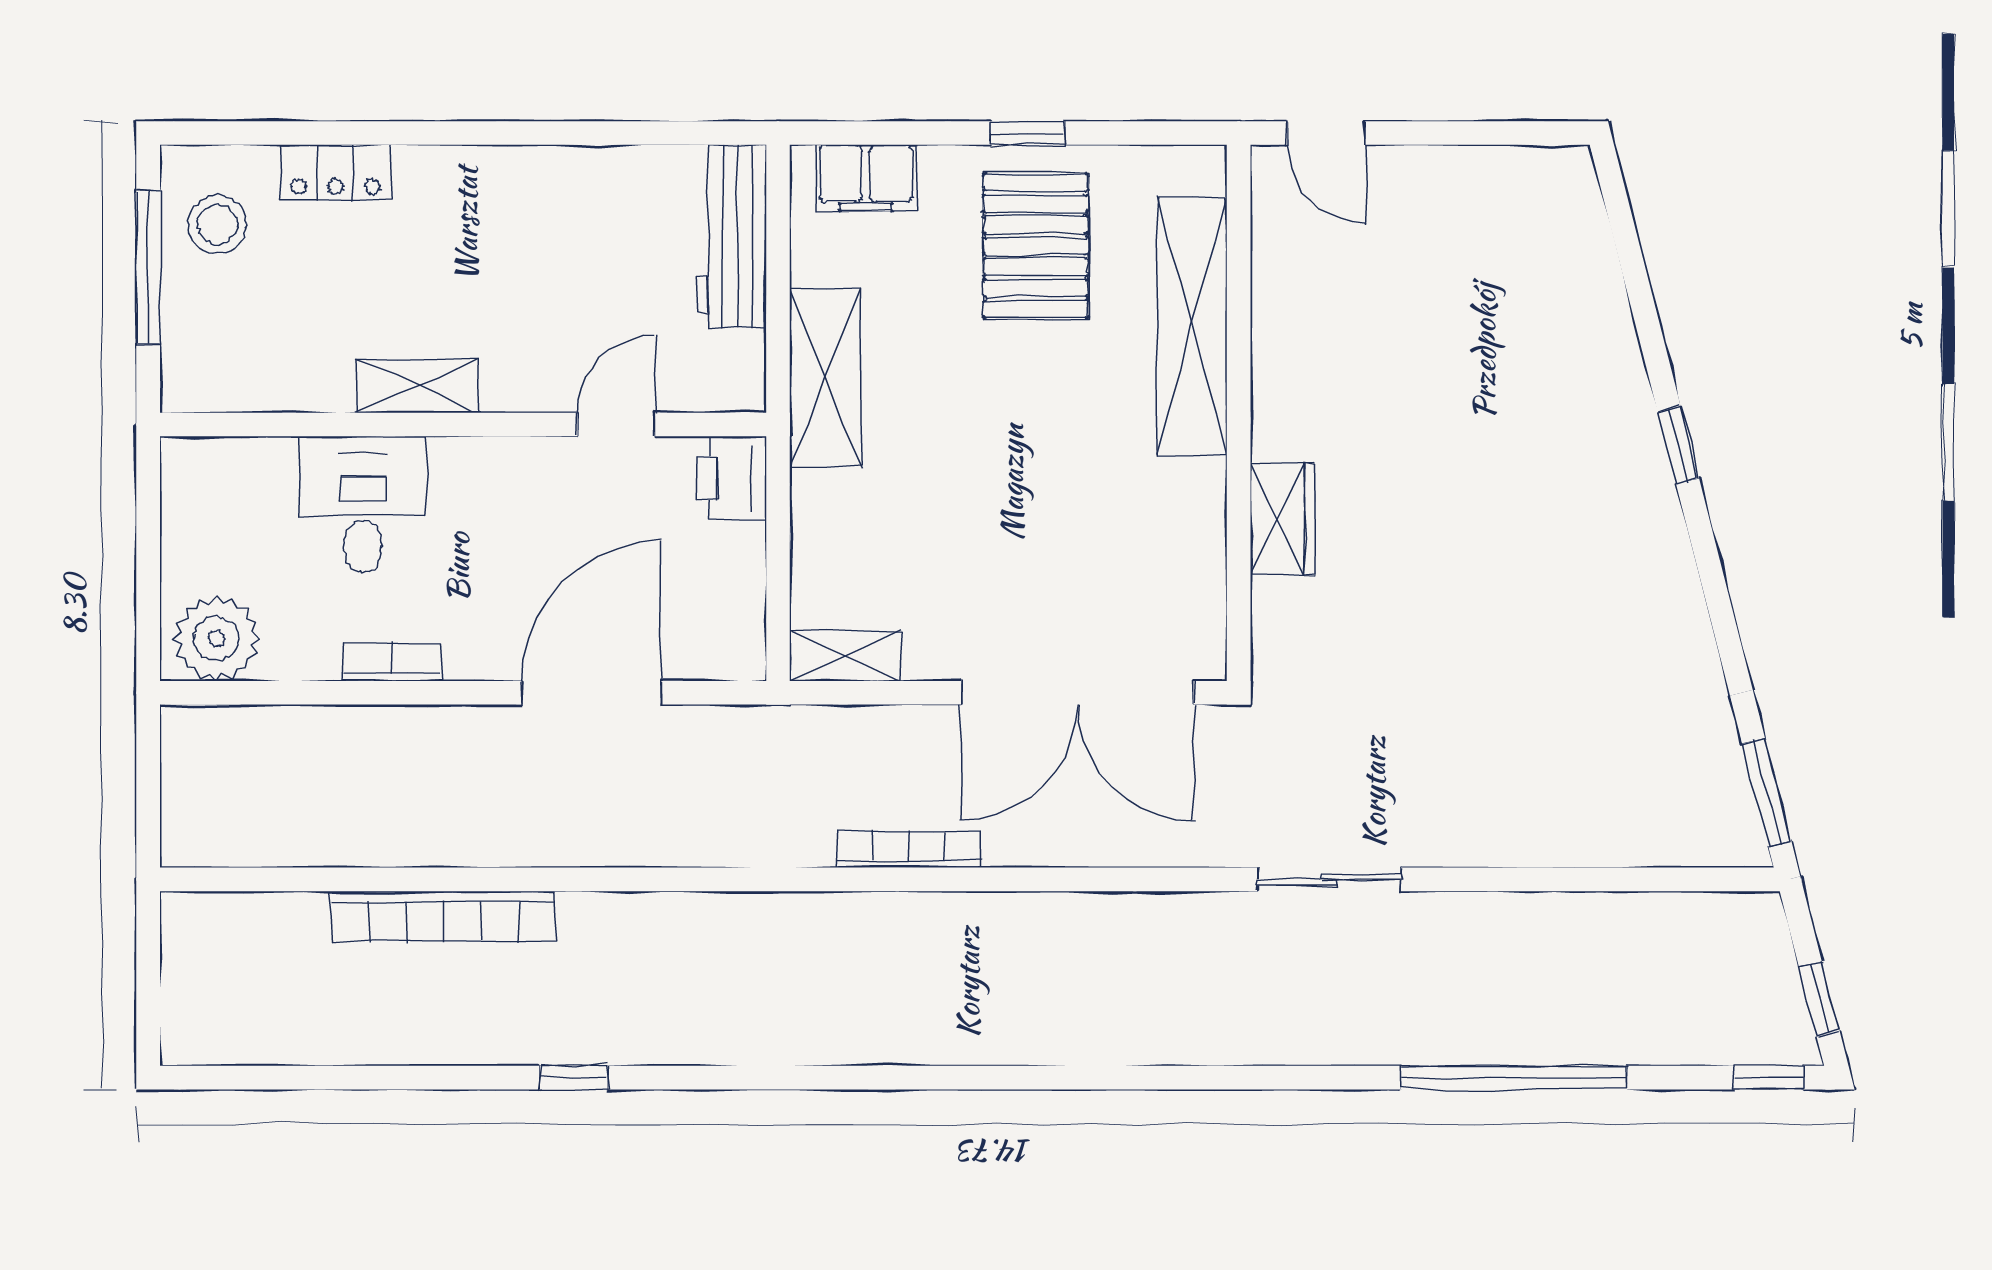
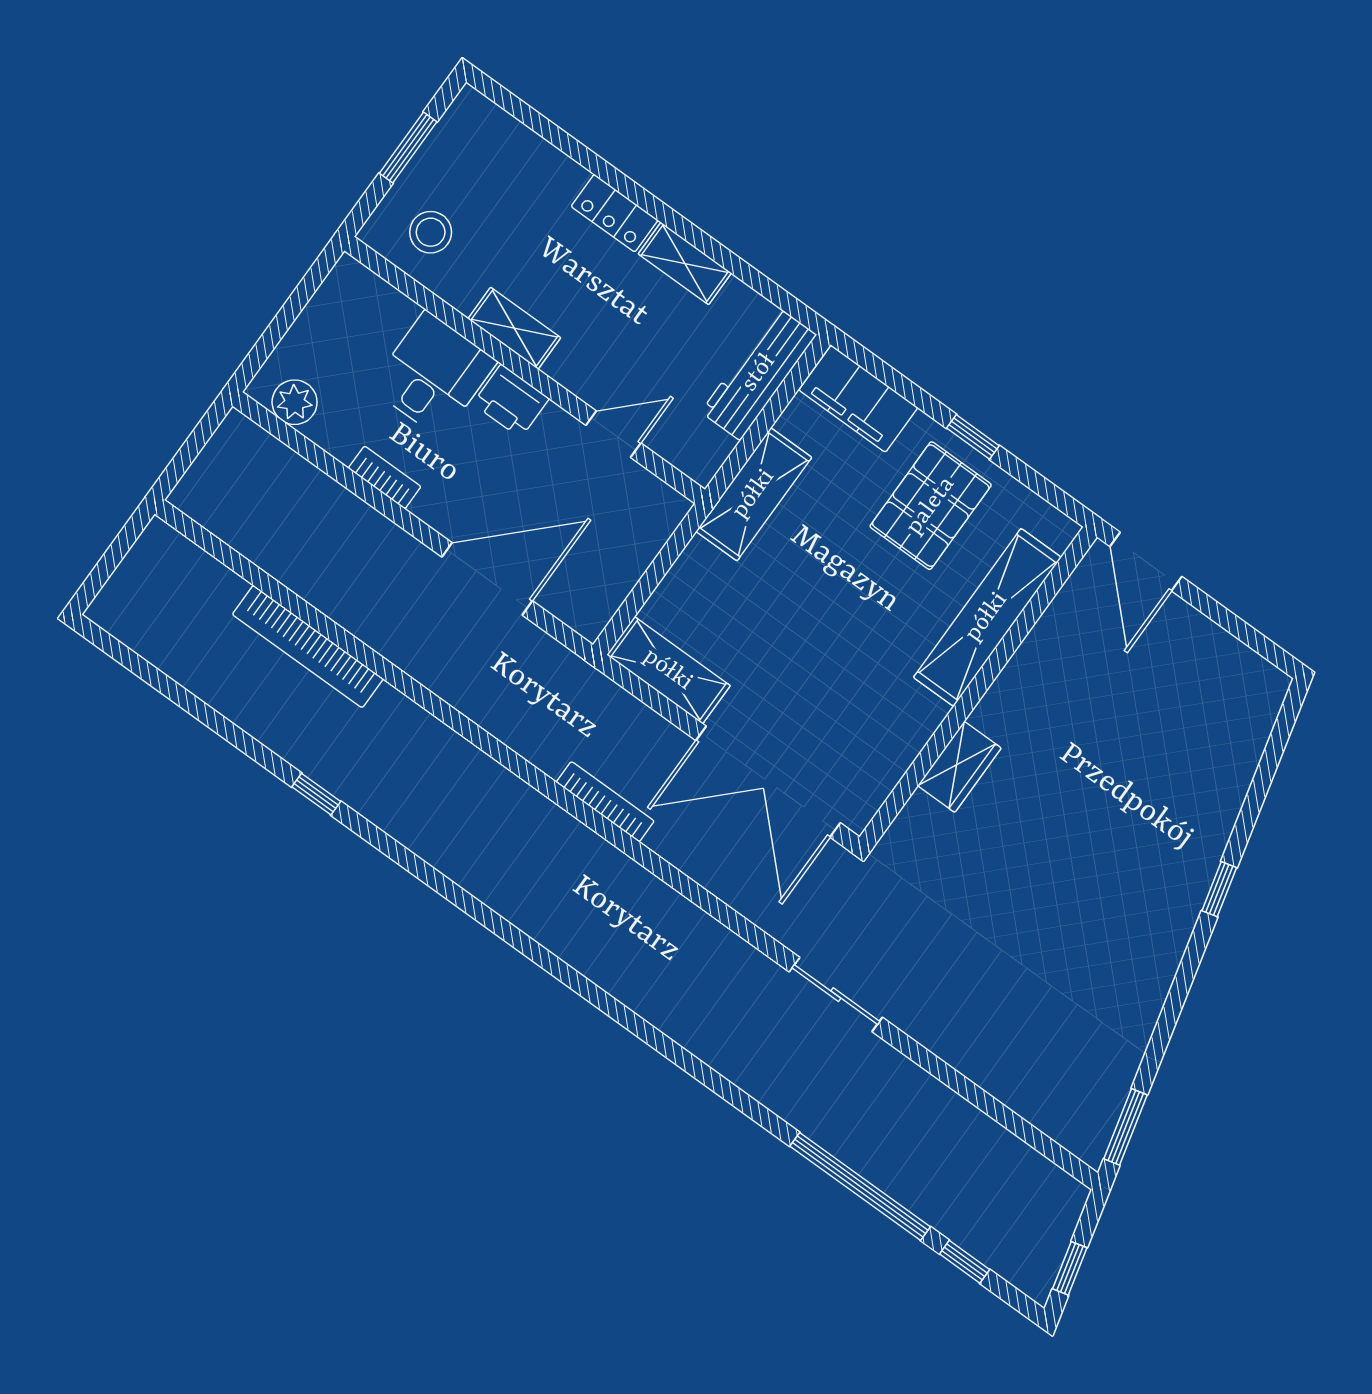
door: (1326, 133) -> (1146, 562), width x1.38
shelving: (558, 172) -> (685, 263), added
locker: (336, 173) -> (615, 213), moved
filing cabinet: (866, 178) -> (858, 399), width x1.50, depth x1.17
stool: (217, 224) -> (431, 232), moved
window: (148, 267) -> (408, 147), width x0.69
printer: (732, 478) -> (511, 401), moved, turned -90
plant: (216, 638) -> (295, 402), width x0.73, depth x0.73
shelving: (845, 656) -> (668, 670), width x1.50, depth x1.33
window: (1769, 1078) -> (965, 1262), moved

